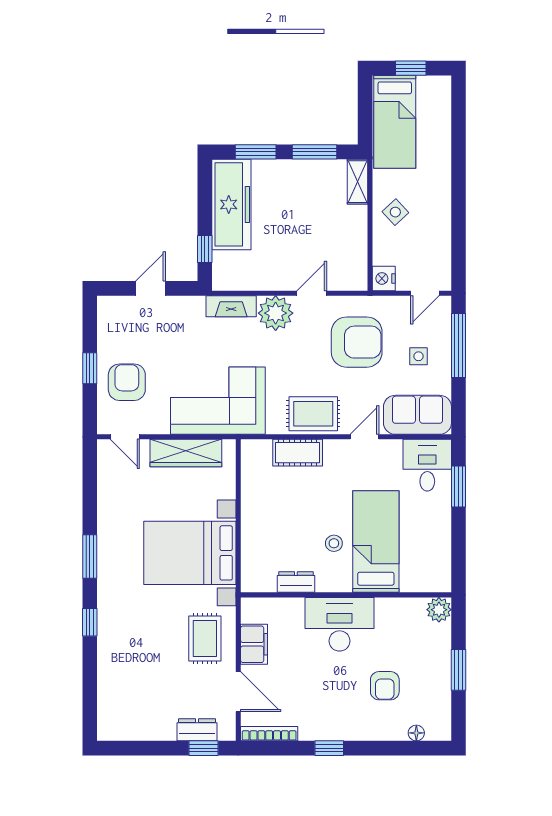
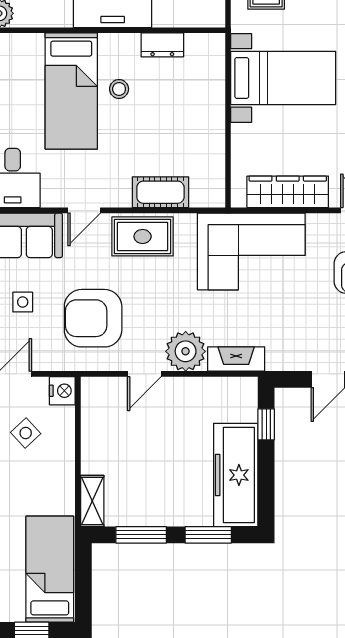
side table: (395, 212) -> (26, 433), moved
bed with nightstands: (190, 553) -> (283, 78), width x0.73

